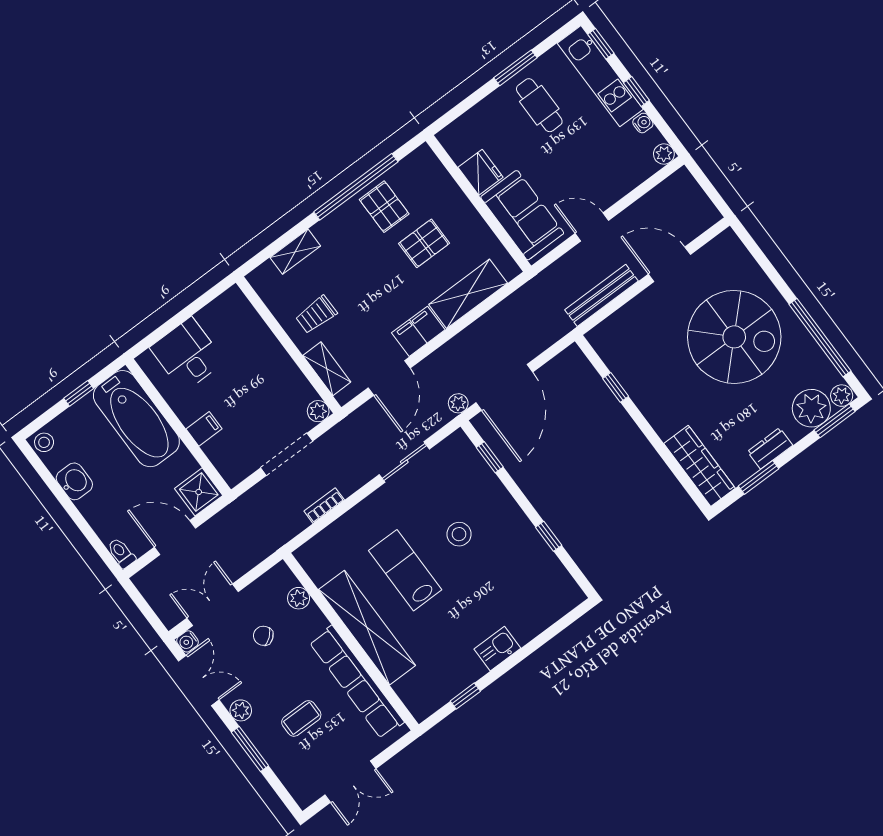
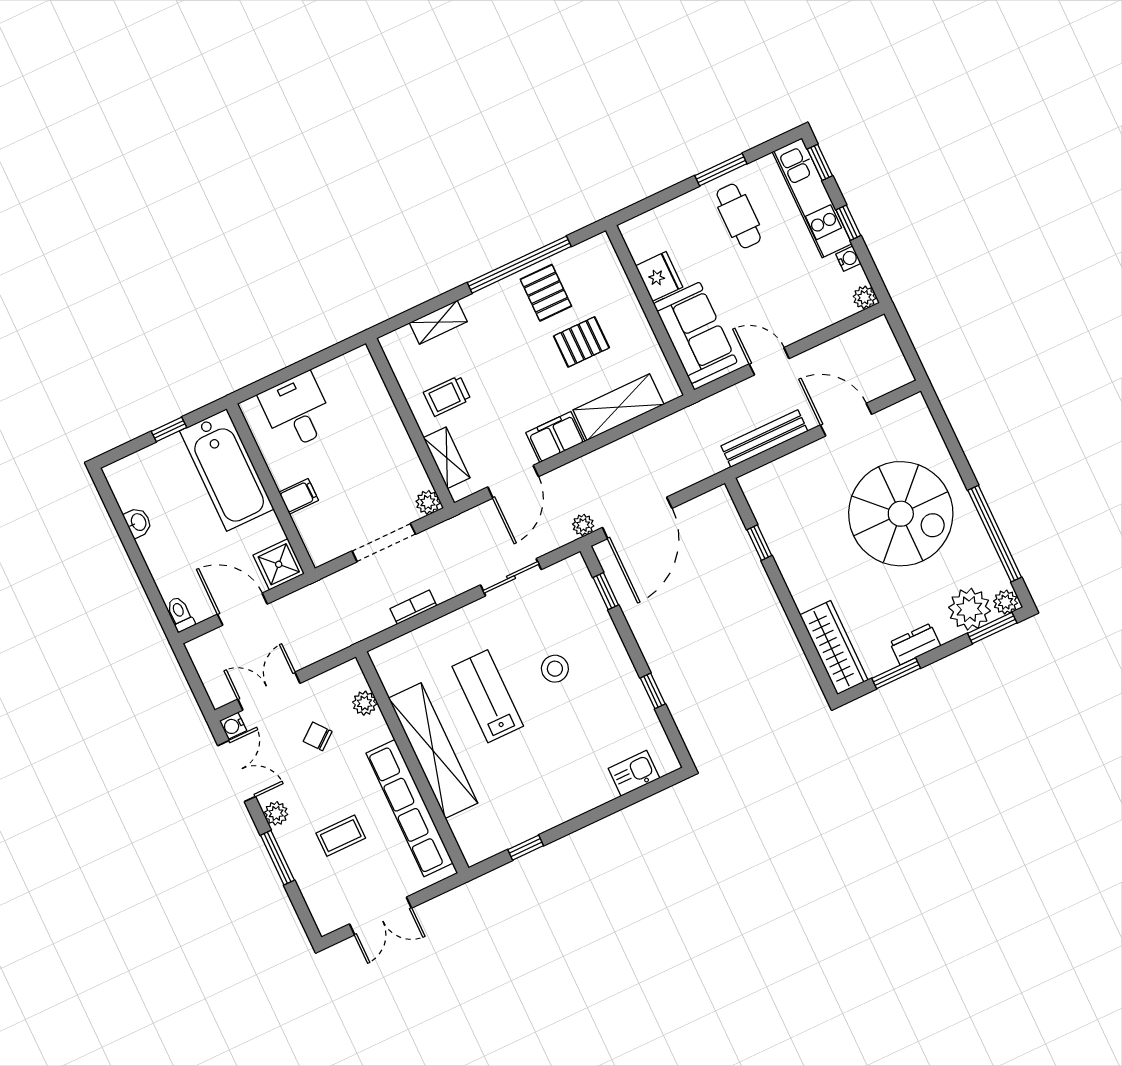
stool: (44, 442) -> (120, 475), removed
washbasin: (74, 481) -> (138, 522), width x0.72, depth x0.69
kitchen sink: (497, 649) -> (634, 773), moved

